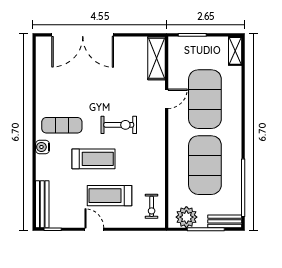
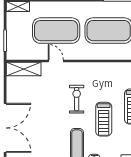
treadmill: (94, 159) -> (104, 119), turned 180

